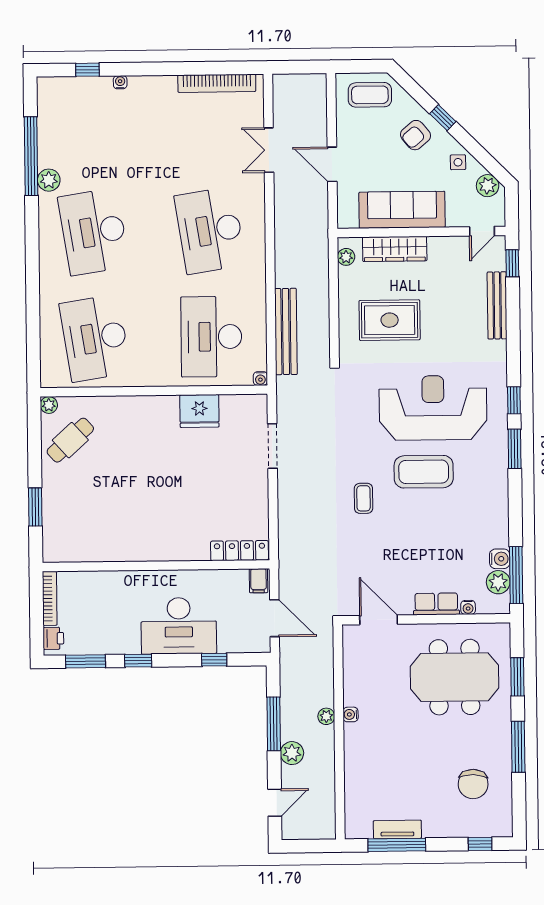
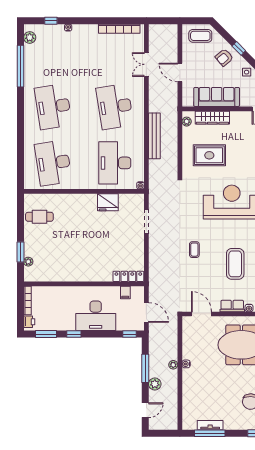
plant: (49, 180) -> (30, 37), moved
bench: (286, 331) -> (154, 136), moved
plant: (49, 405) -> (28, 262), moved
cafe table: (70, 440) -> (39, 217), turned 42
coffee table: (424, 472) -> (235, 264), moved, turned 90
filing cabinet: (259, 581) -> (125, 293), moved
window: (214, 660) -> (130, 334), moved

